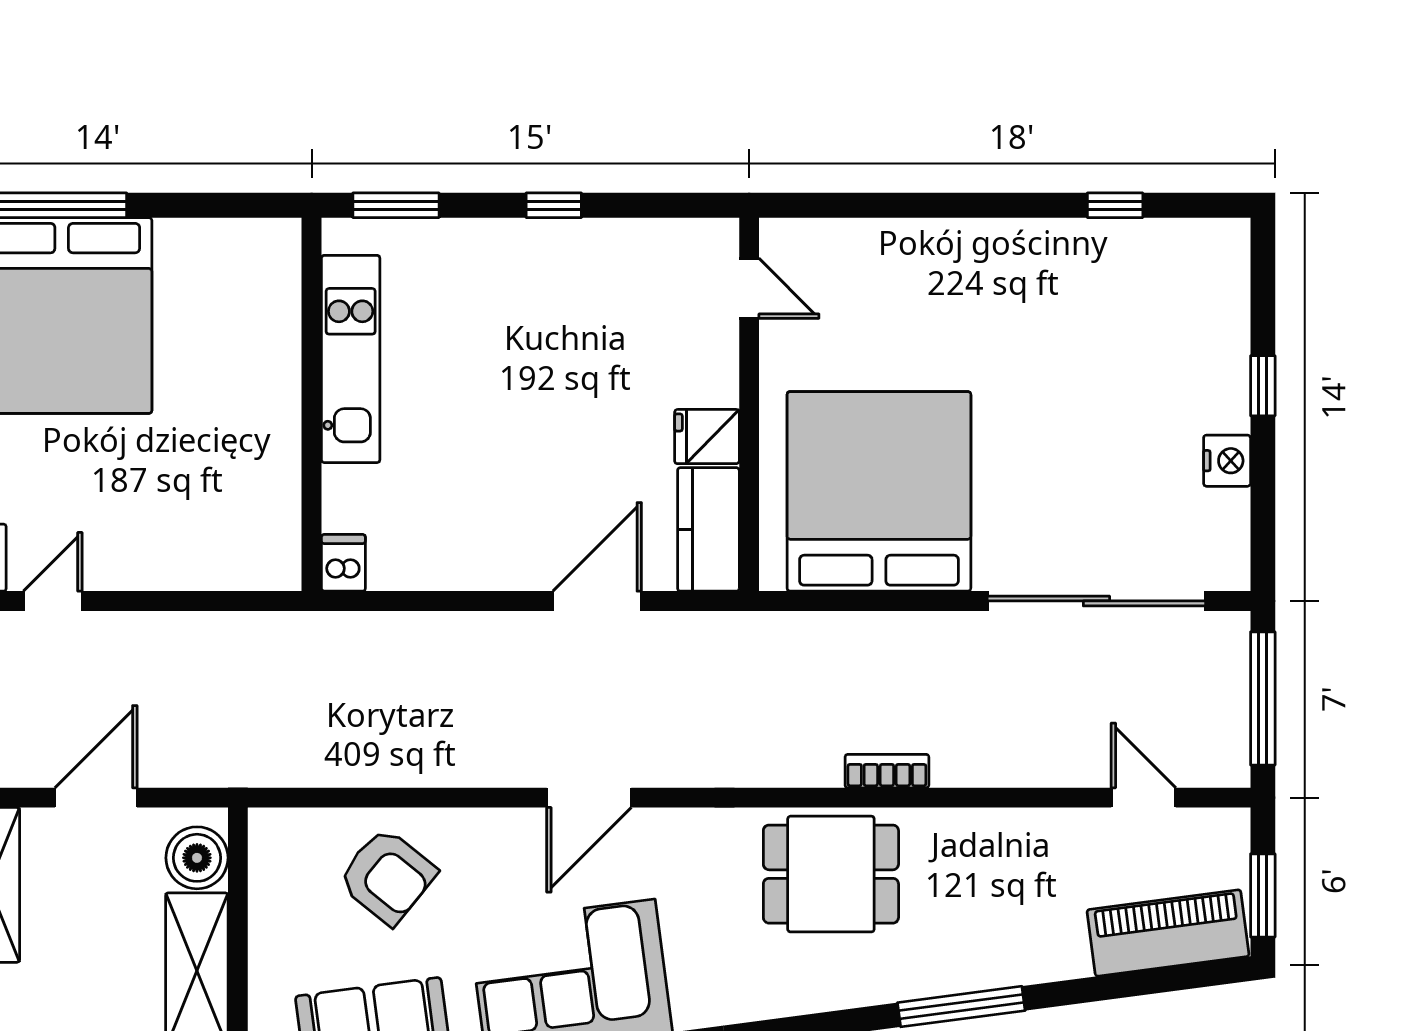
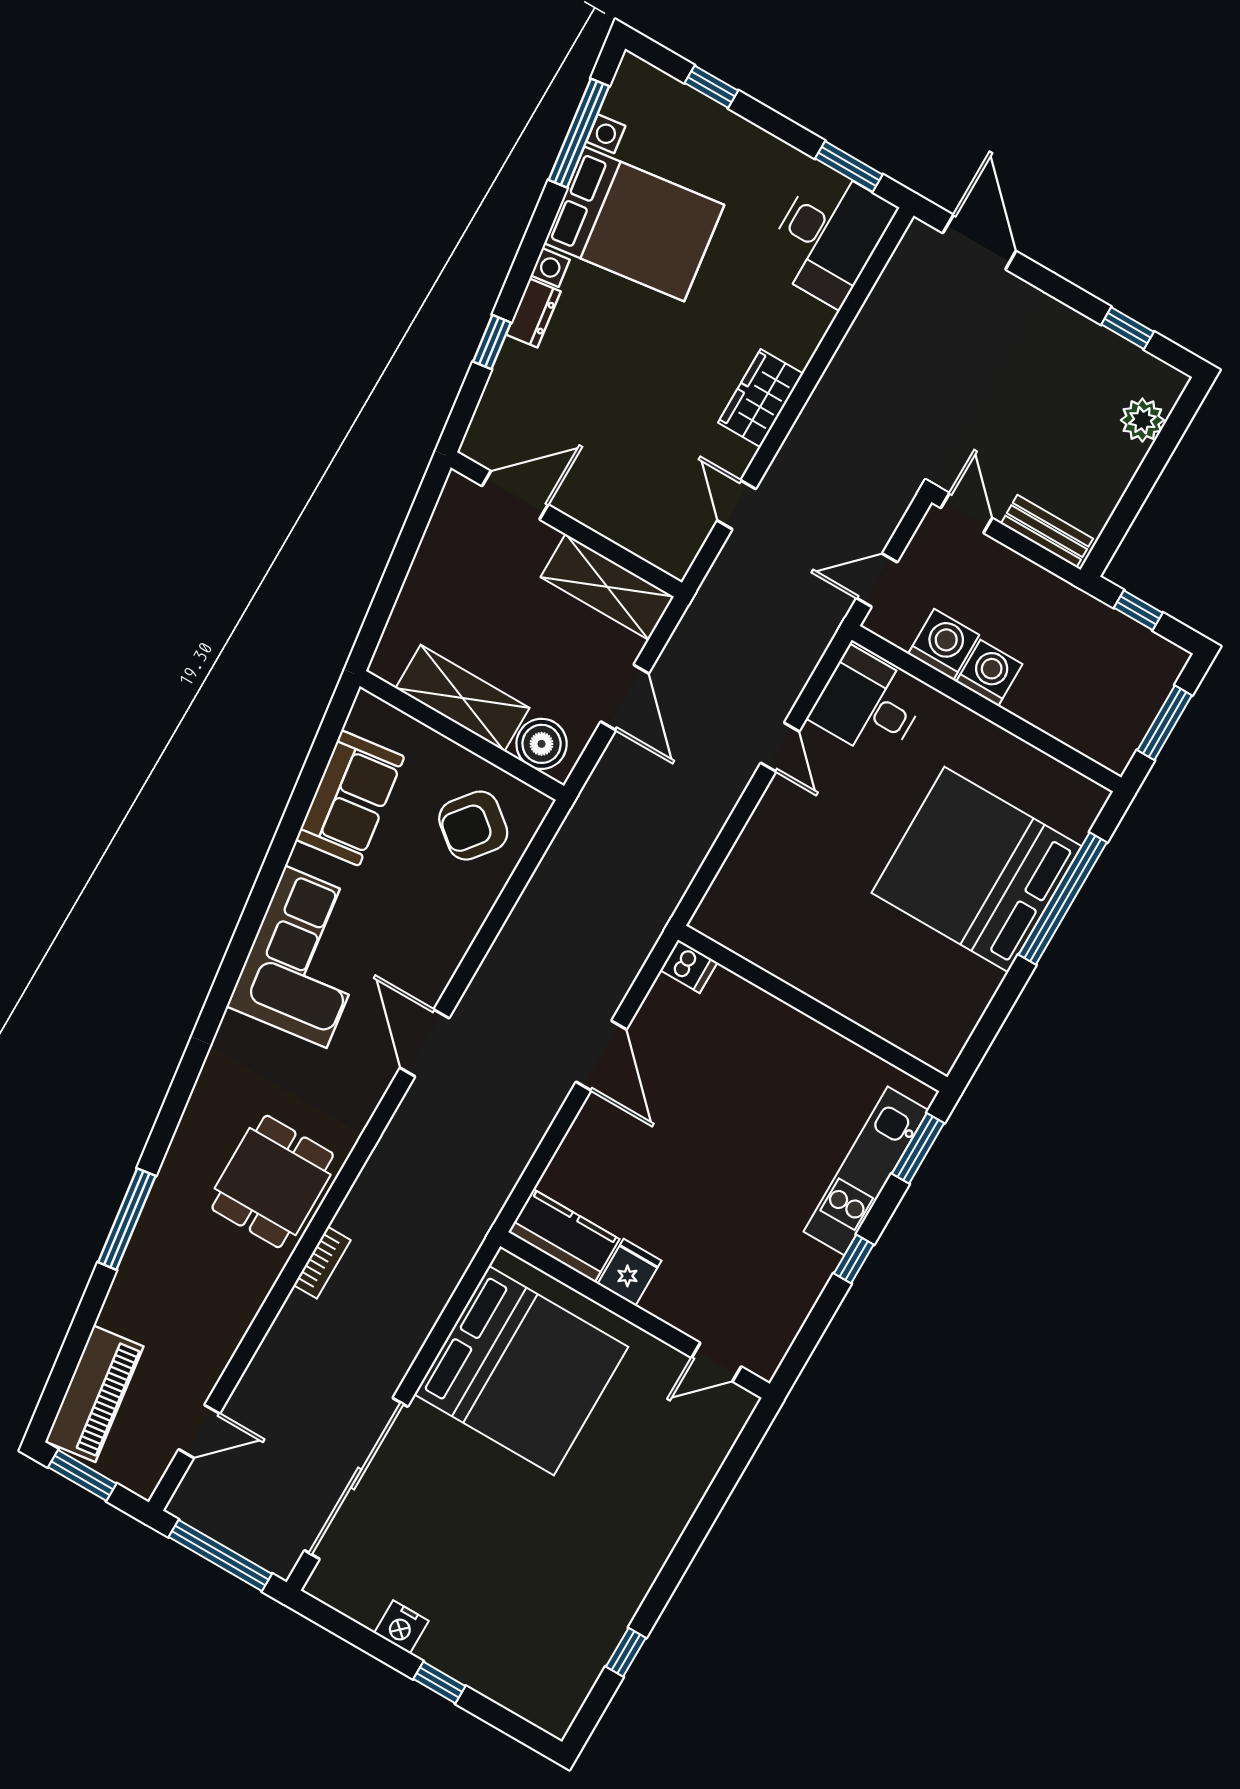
kitchen unit: (351, 359) -> (866, 1171), moved, turned 90
door: (597, 601) -> (601, 1056), moved
armchair: (387, 876) -> (473, 826), moved

